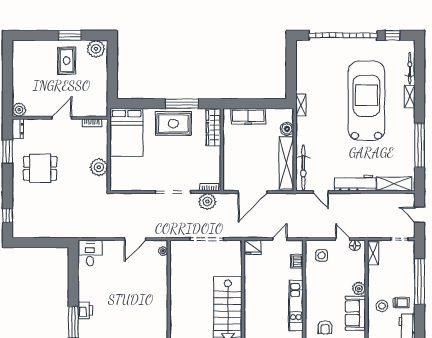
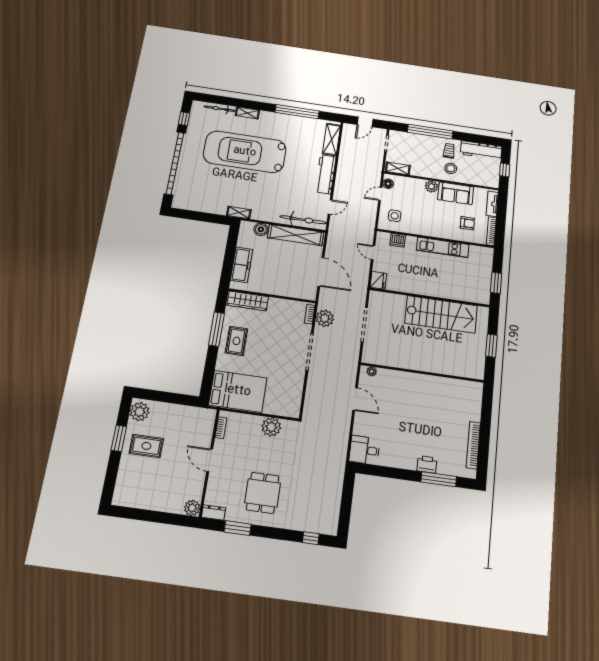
rug: (173, 124) -> (236, 341), width x0.73, depth x0.70

